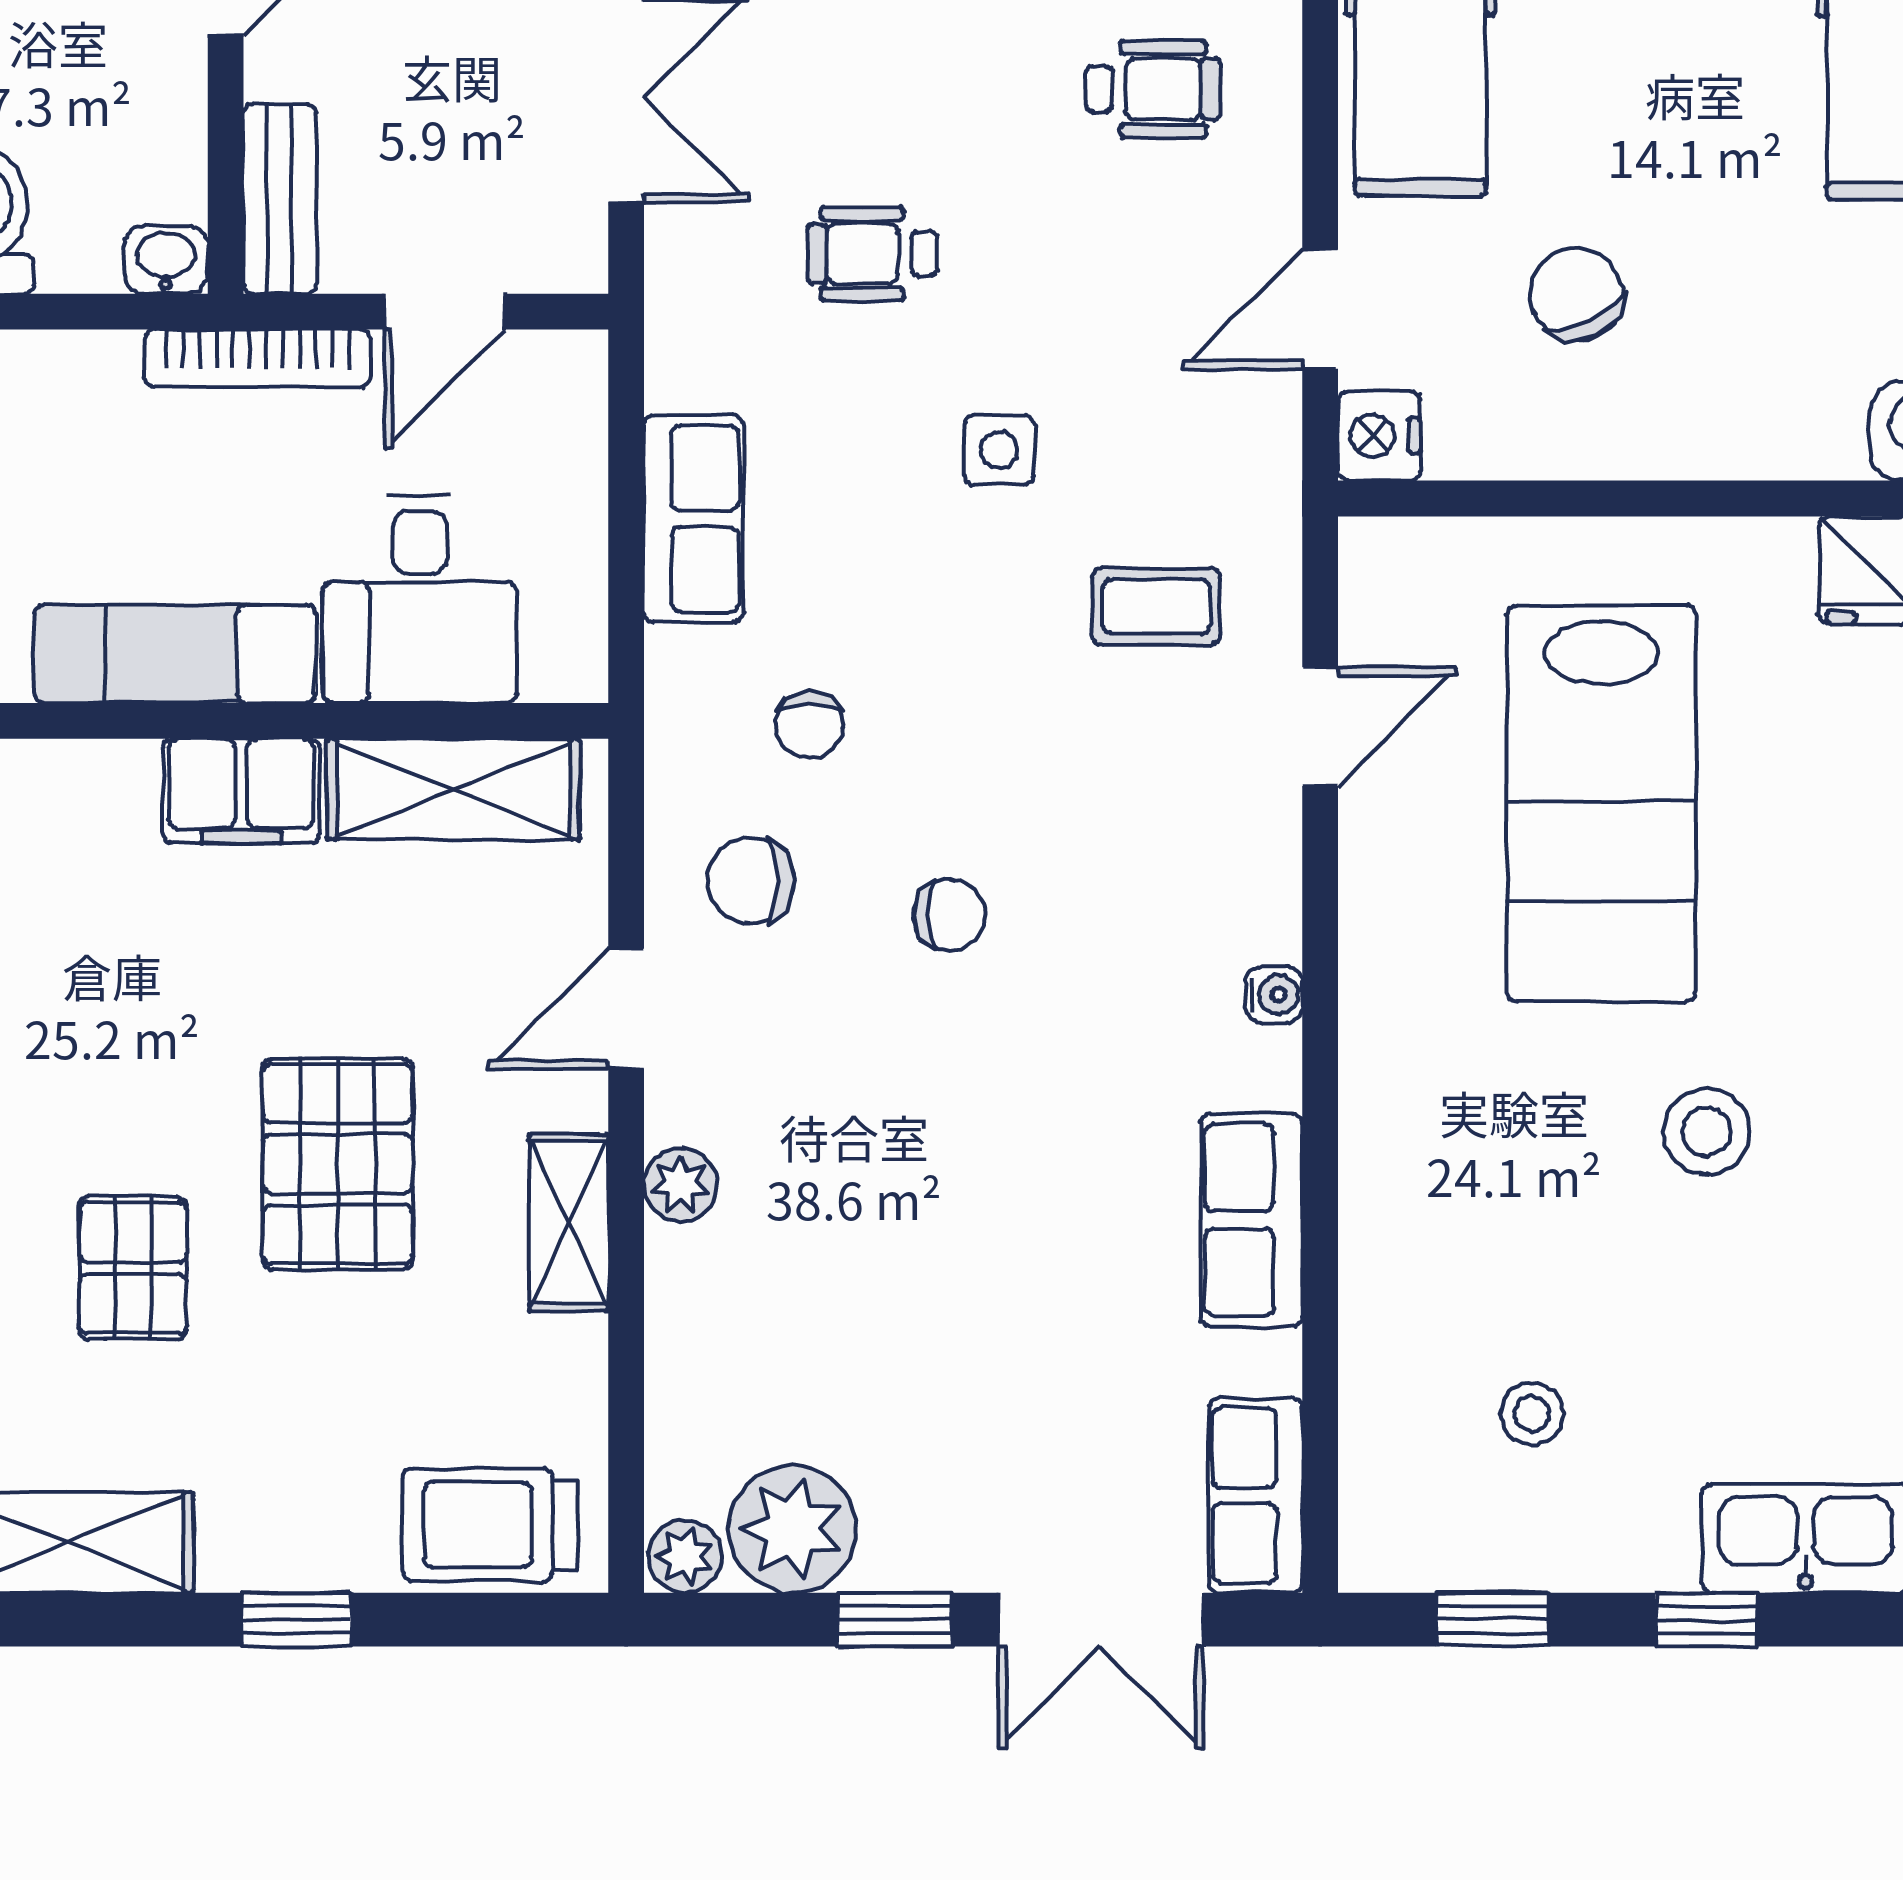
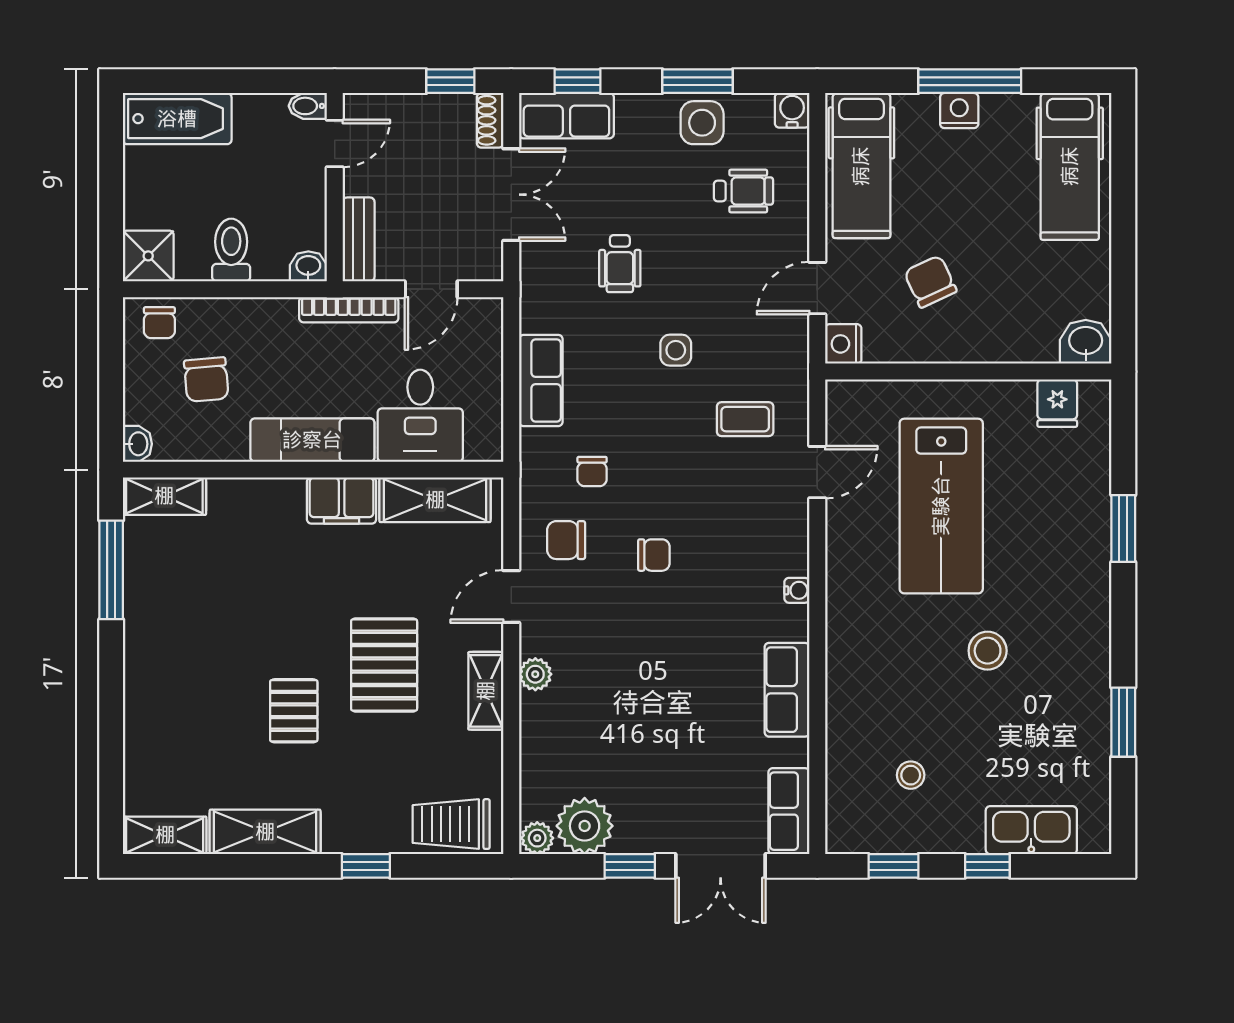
wheelchair: (872, 254) -> (620, 264), turned -90

